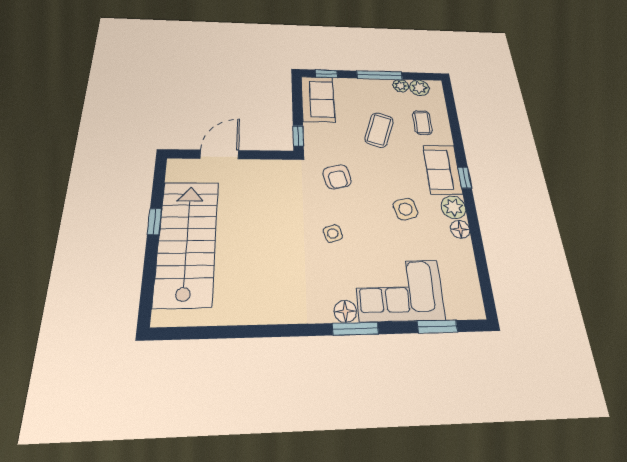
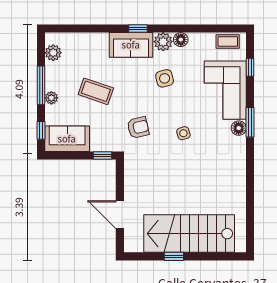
plant: (401, 86) -> (51, 98), moved
coffee table: (422, 123) -> (228, 42), moved
window: (437, 327) -> (250, 67), width x0.67

